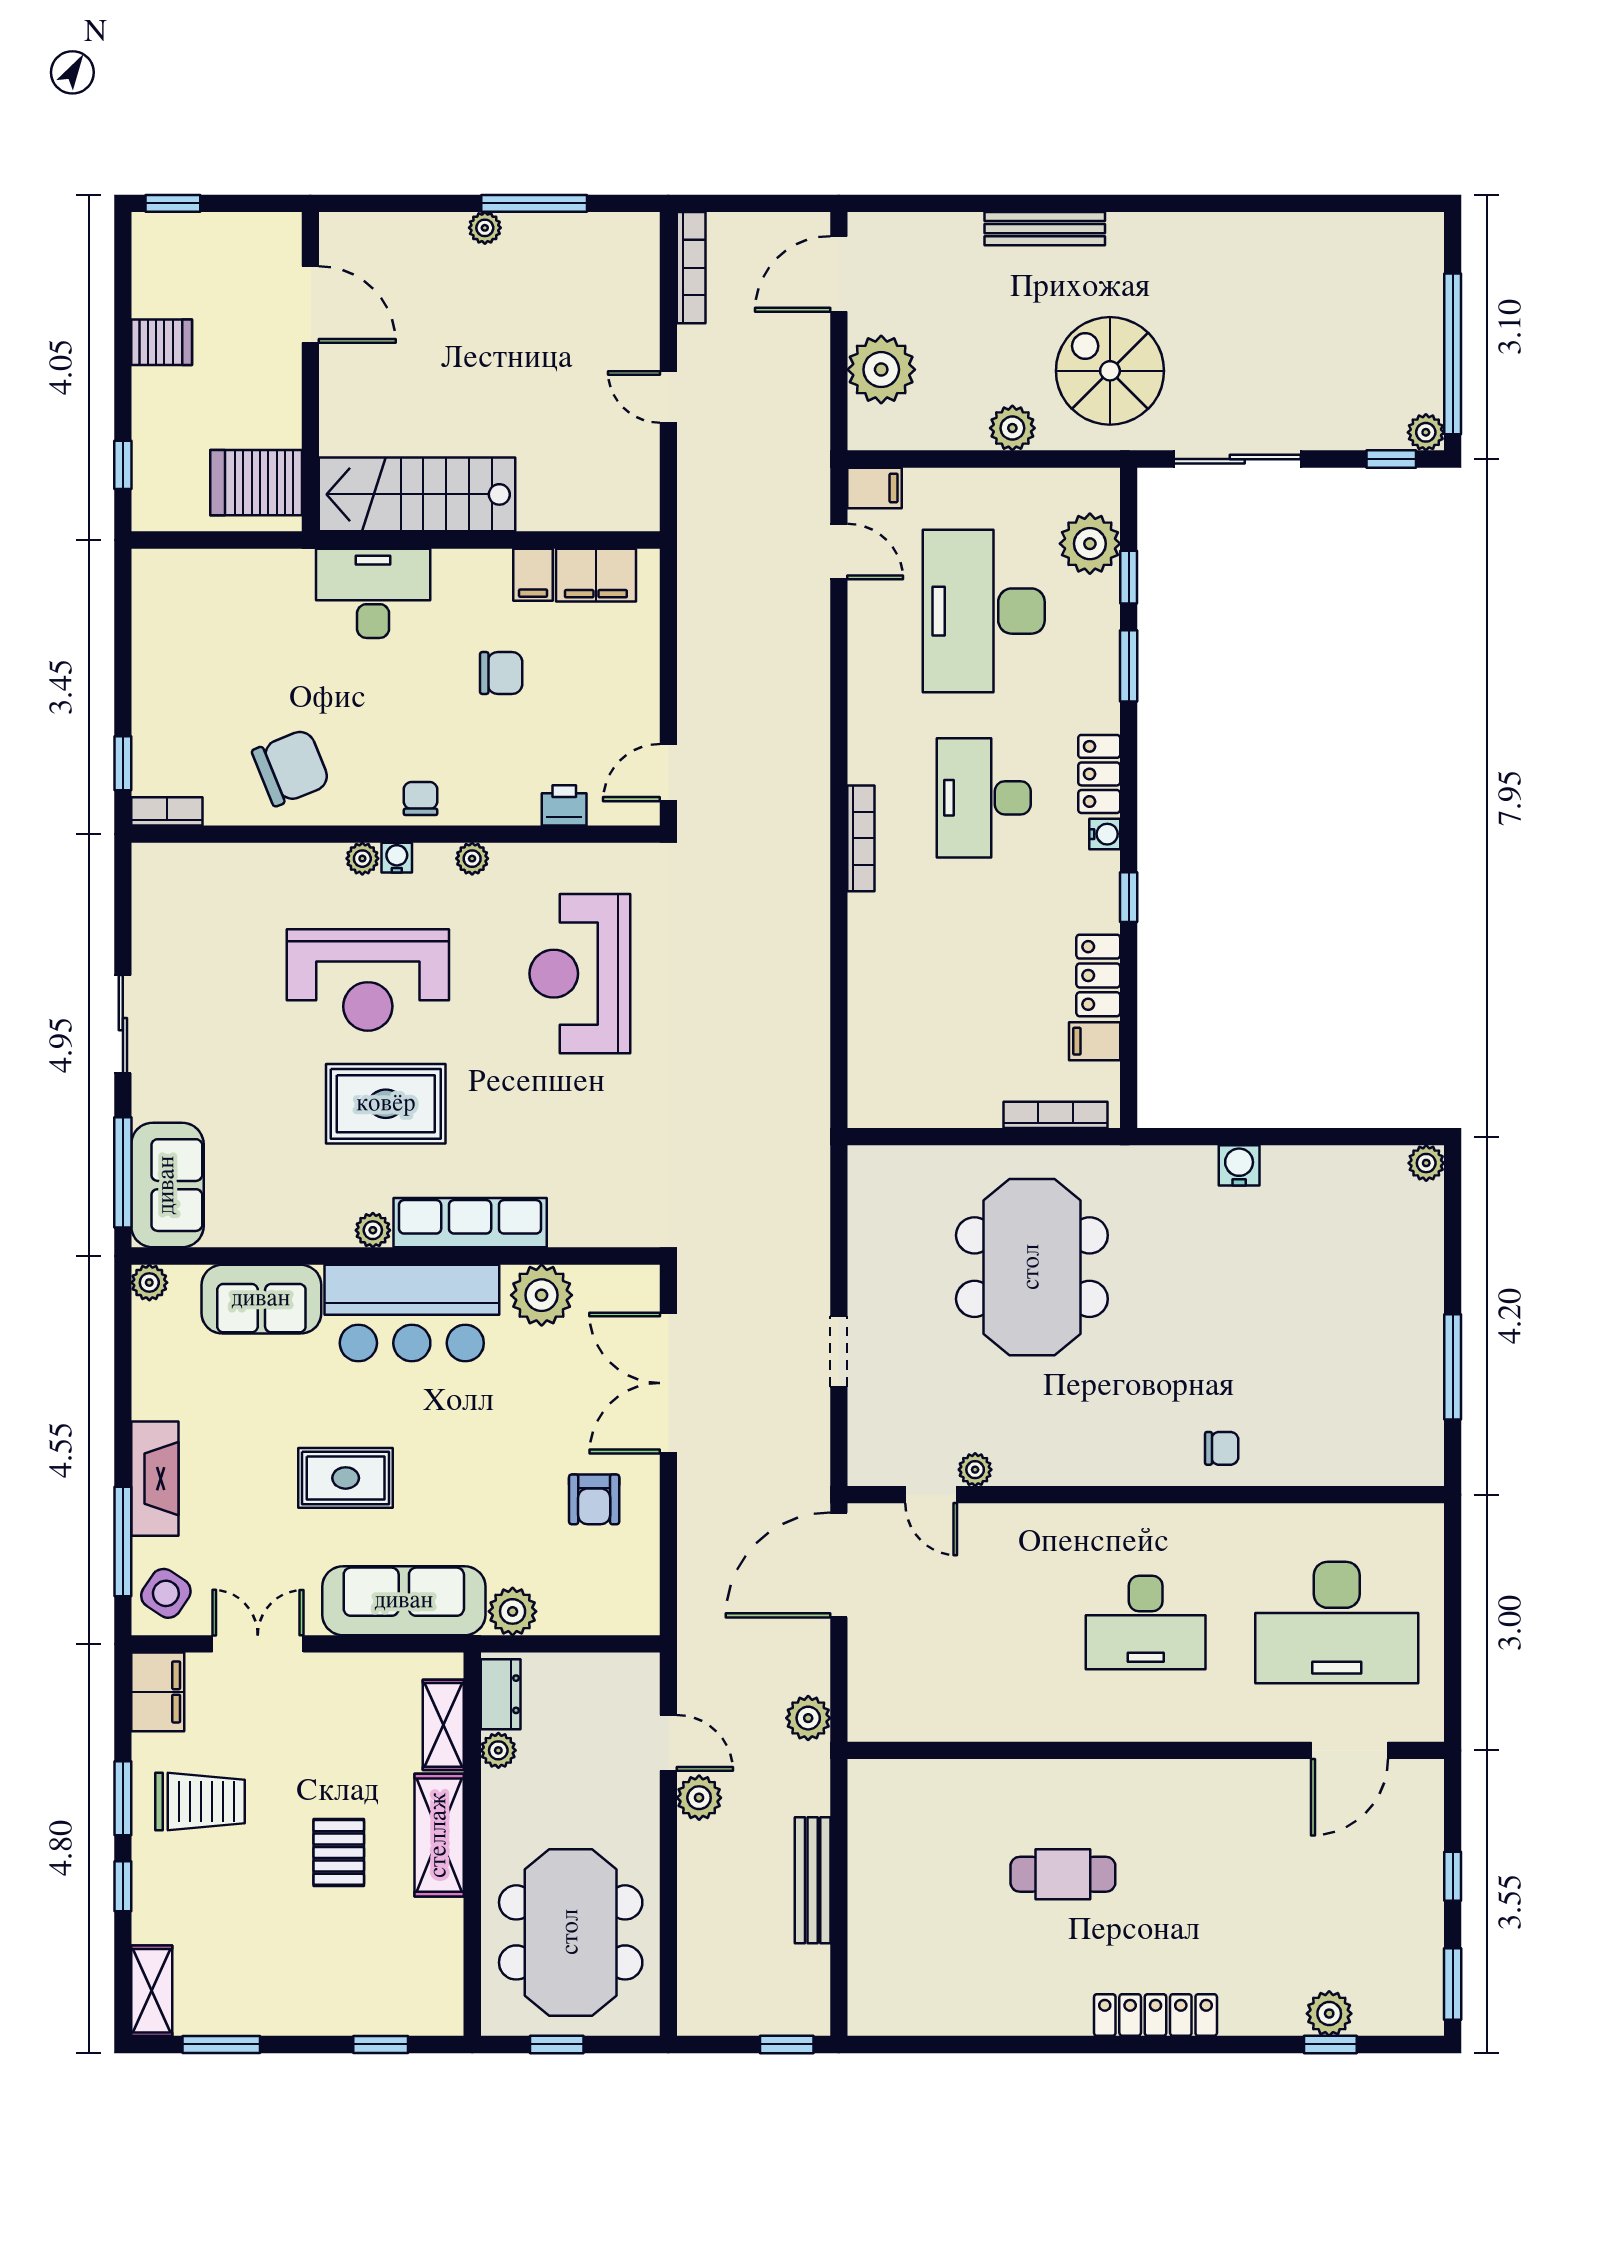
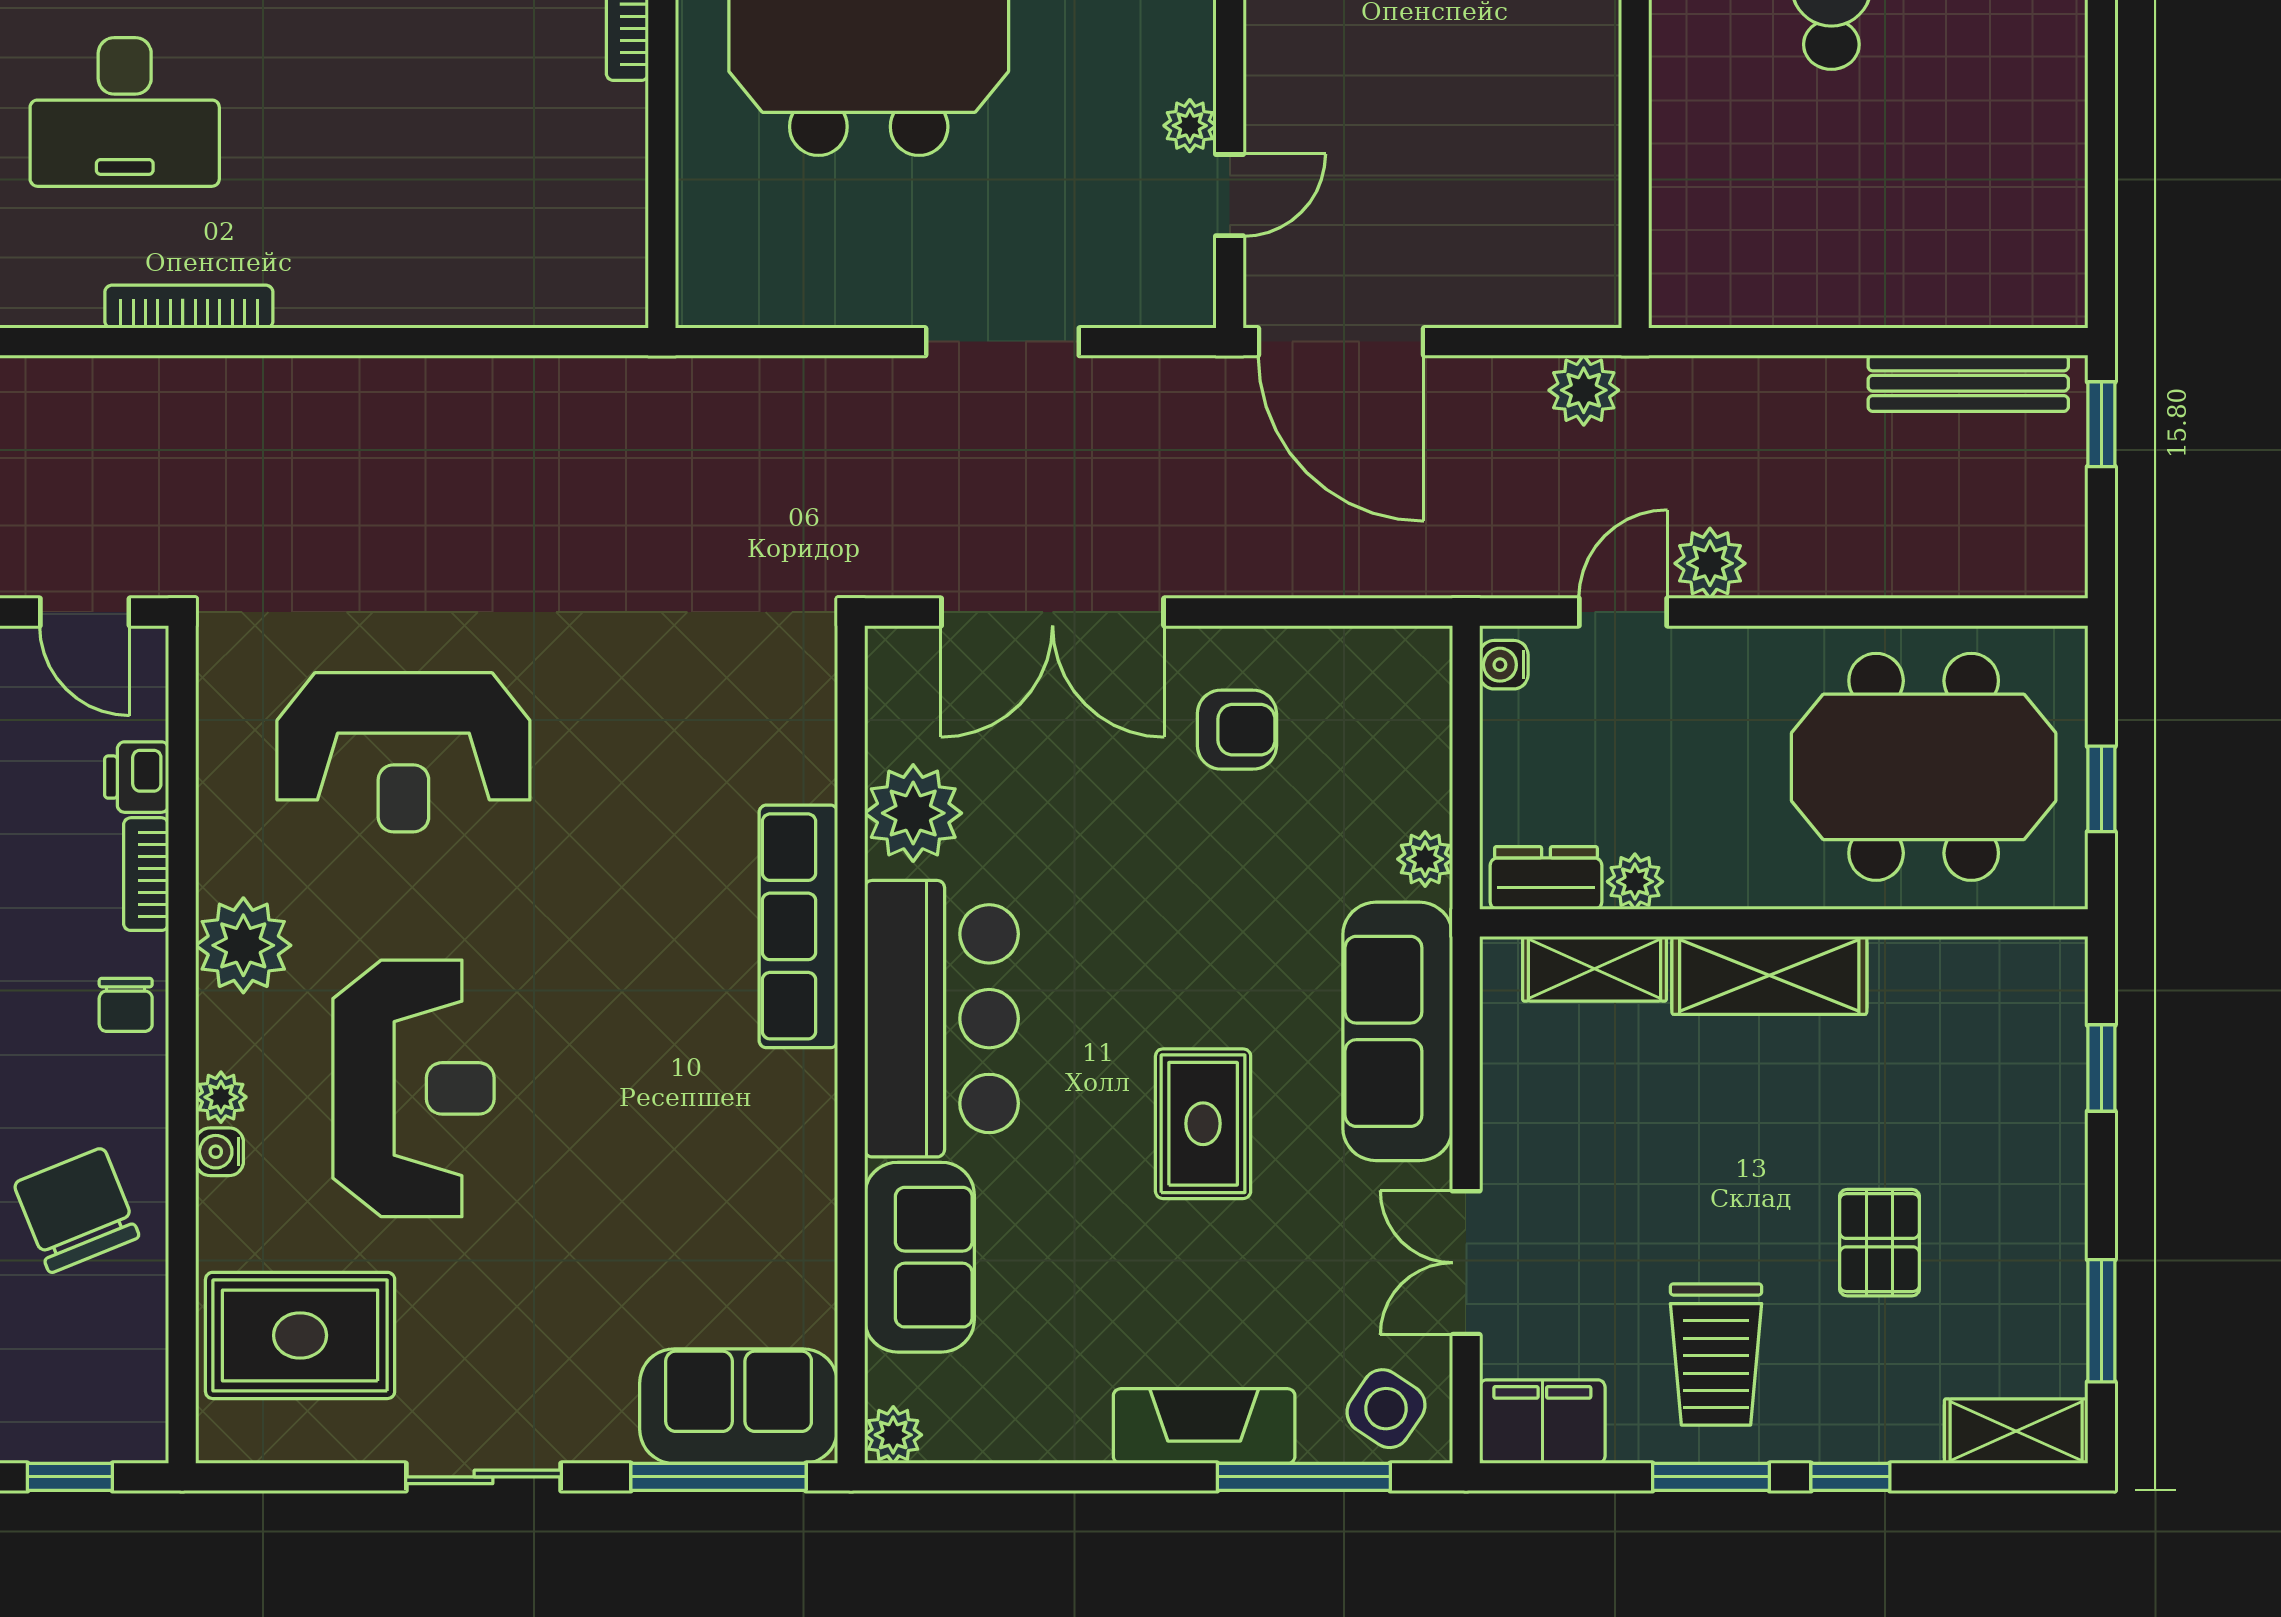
chair: (421, 798) -> (126, 1005), turned -90
bookcase: (167, 811) -> (146, 874), moved
water cooler: (397, 858) -> (220, 1152), moved
plant: (472, 859) -> (243, 945), width x1.88, depth x1.88
rug: (386, 1104) -> (300, 1335), moved, turned 90
plant: (373, 1230) -> (810, 1081), removed
doorway: (839, 1351) -> (1002, 342), width x1.38
plant: (513, 1611) -> (1425, 859), width x0.73, depth x0.73
water cooler: (635, 1668) -> (1504, 665), added
trolley: (200, 1801) -> (1716, 1354), turned 180
pallet: (339, 1852) -> (1880, 1243), moved, turned 90
bench: (813, 1880) -> (1968, 383), moved

